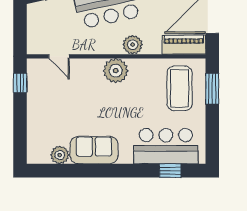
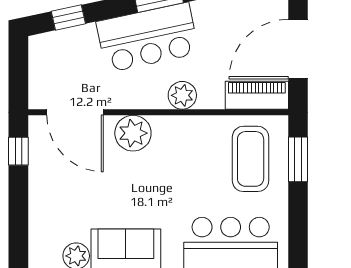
door: (59, 56) -> (75, 112), width x1.87
plant: (116, 71) -> (133, 133), moved

